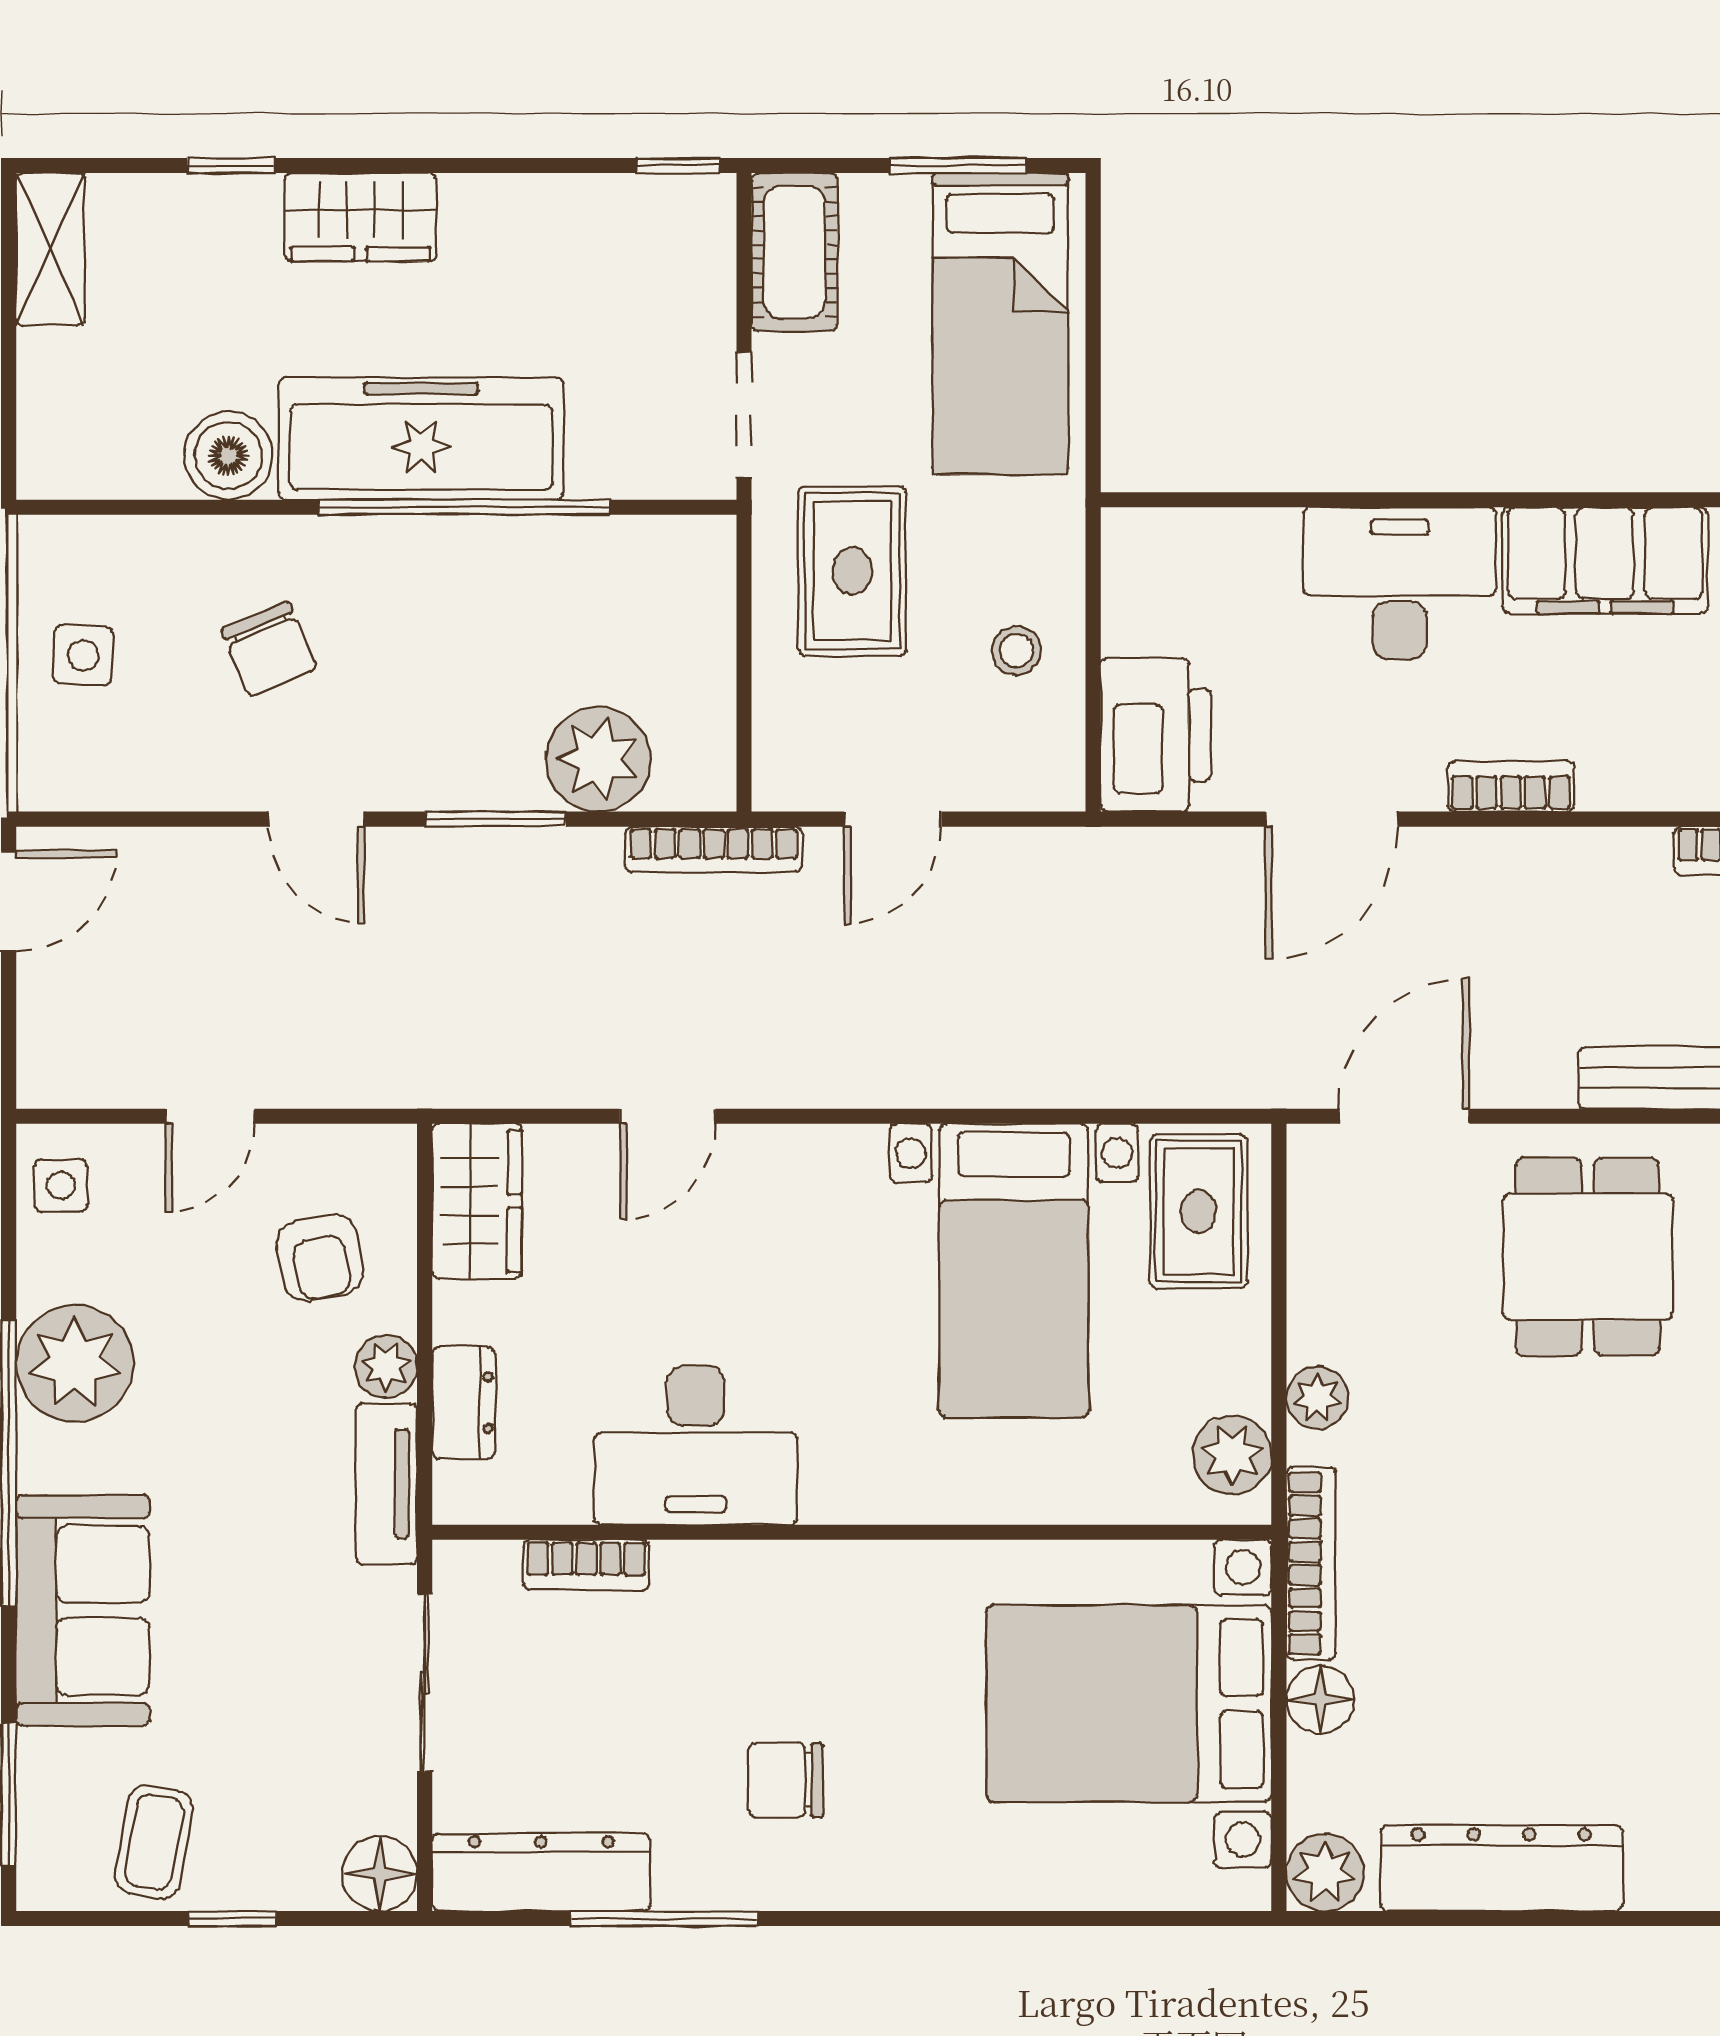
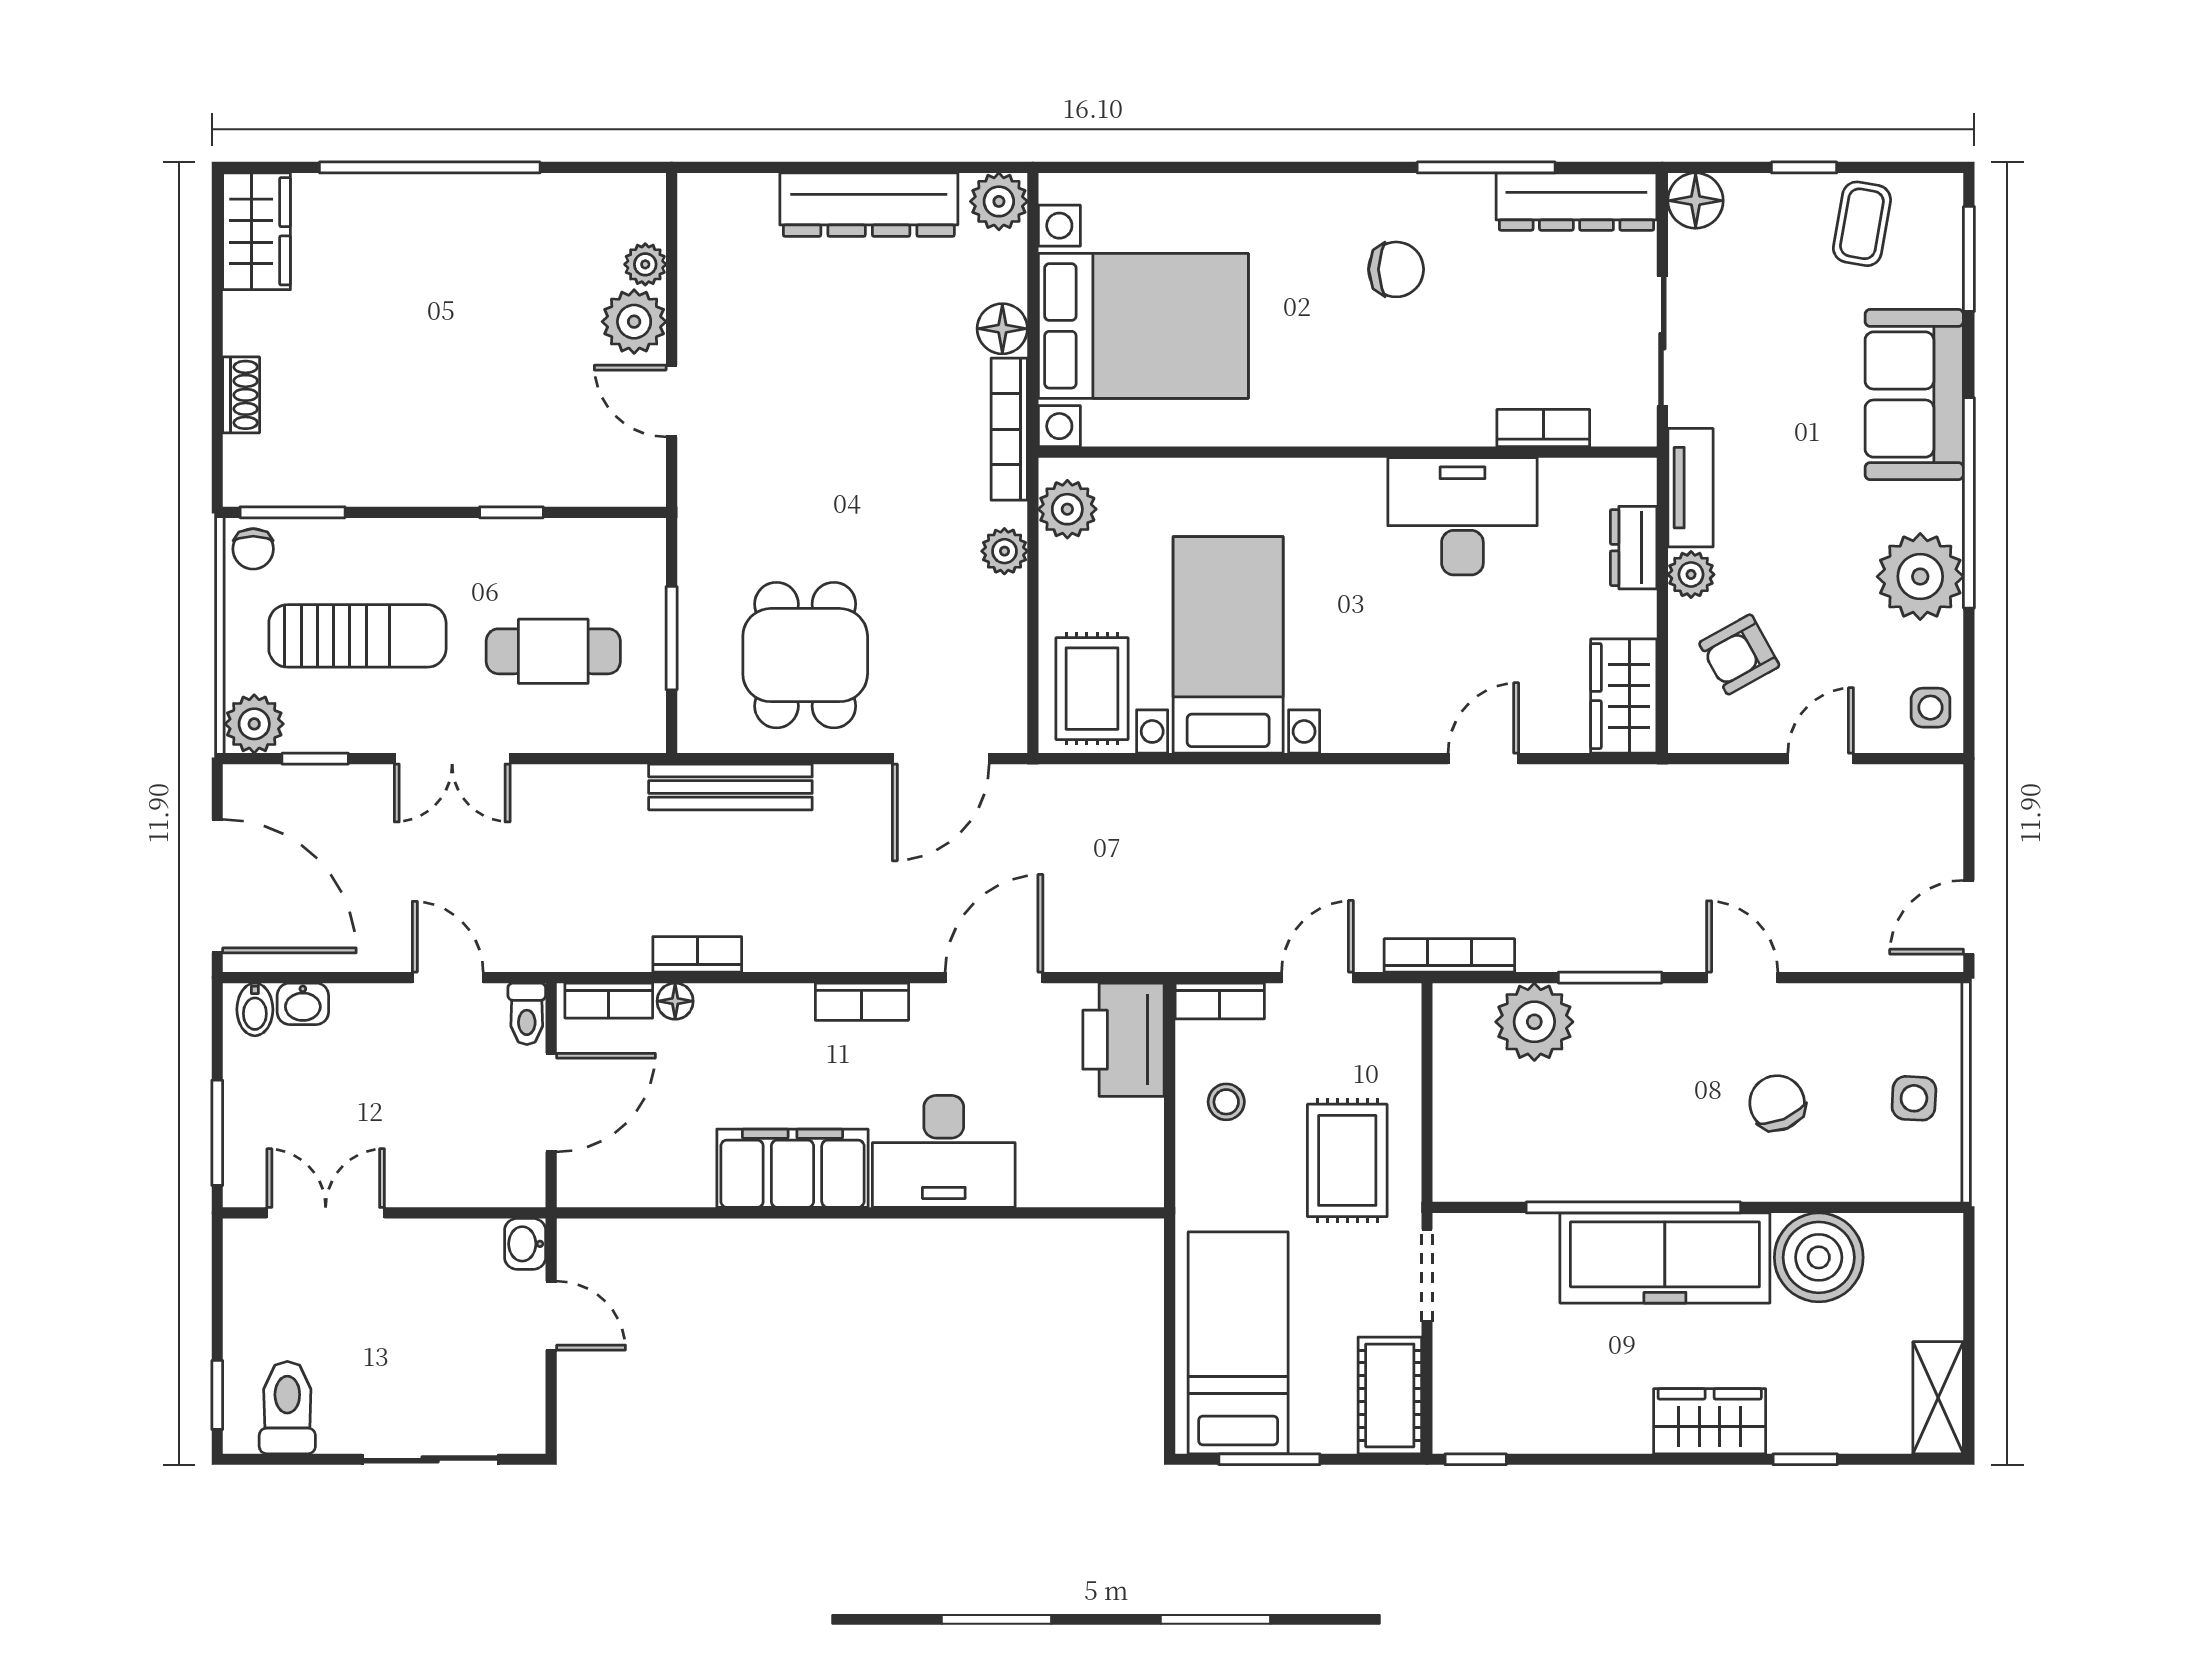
boiler: (229, 456) -> (1819, 1257), width x1.37, depth x1.37
bookcase: (1025, 788) -> (1220, 1001), added
armchair: (320, 1258) -> (1739, 654), turned -108

